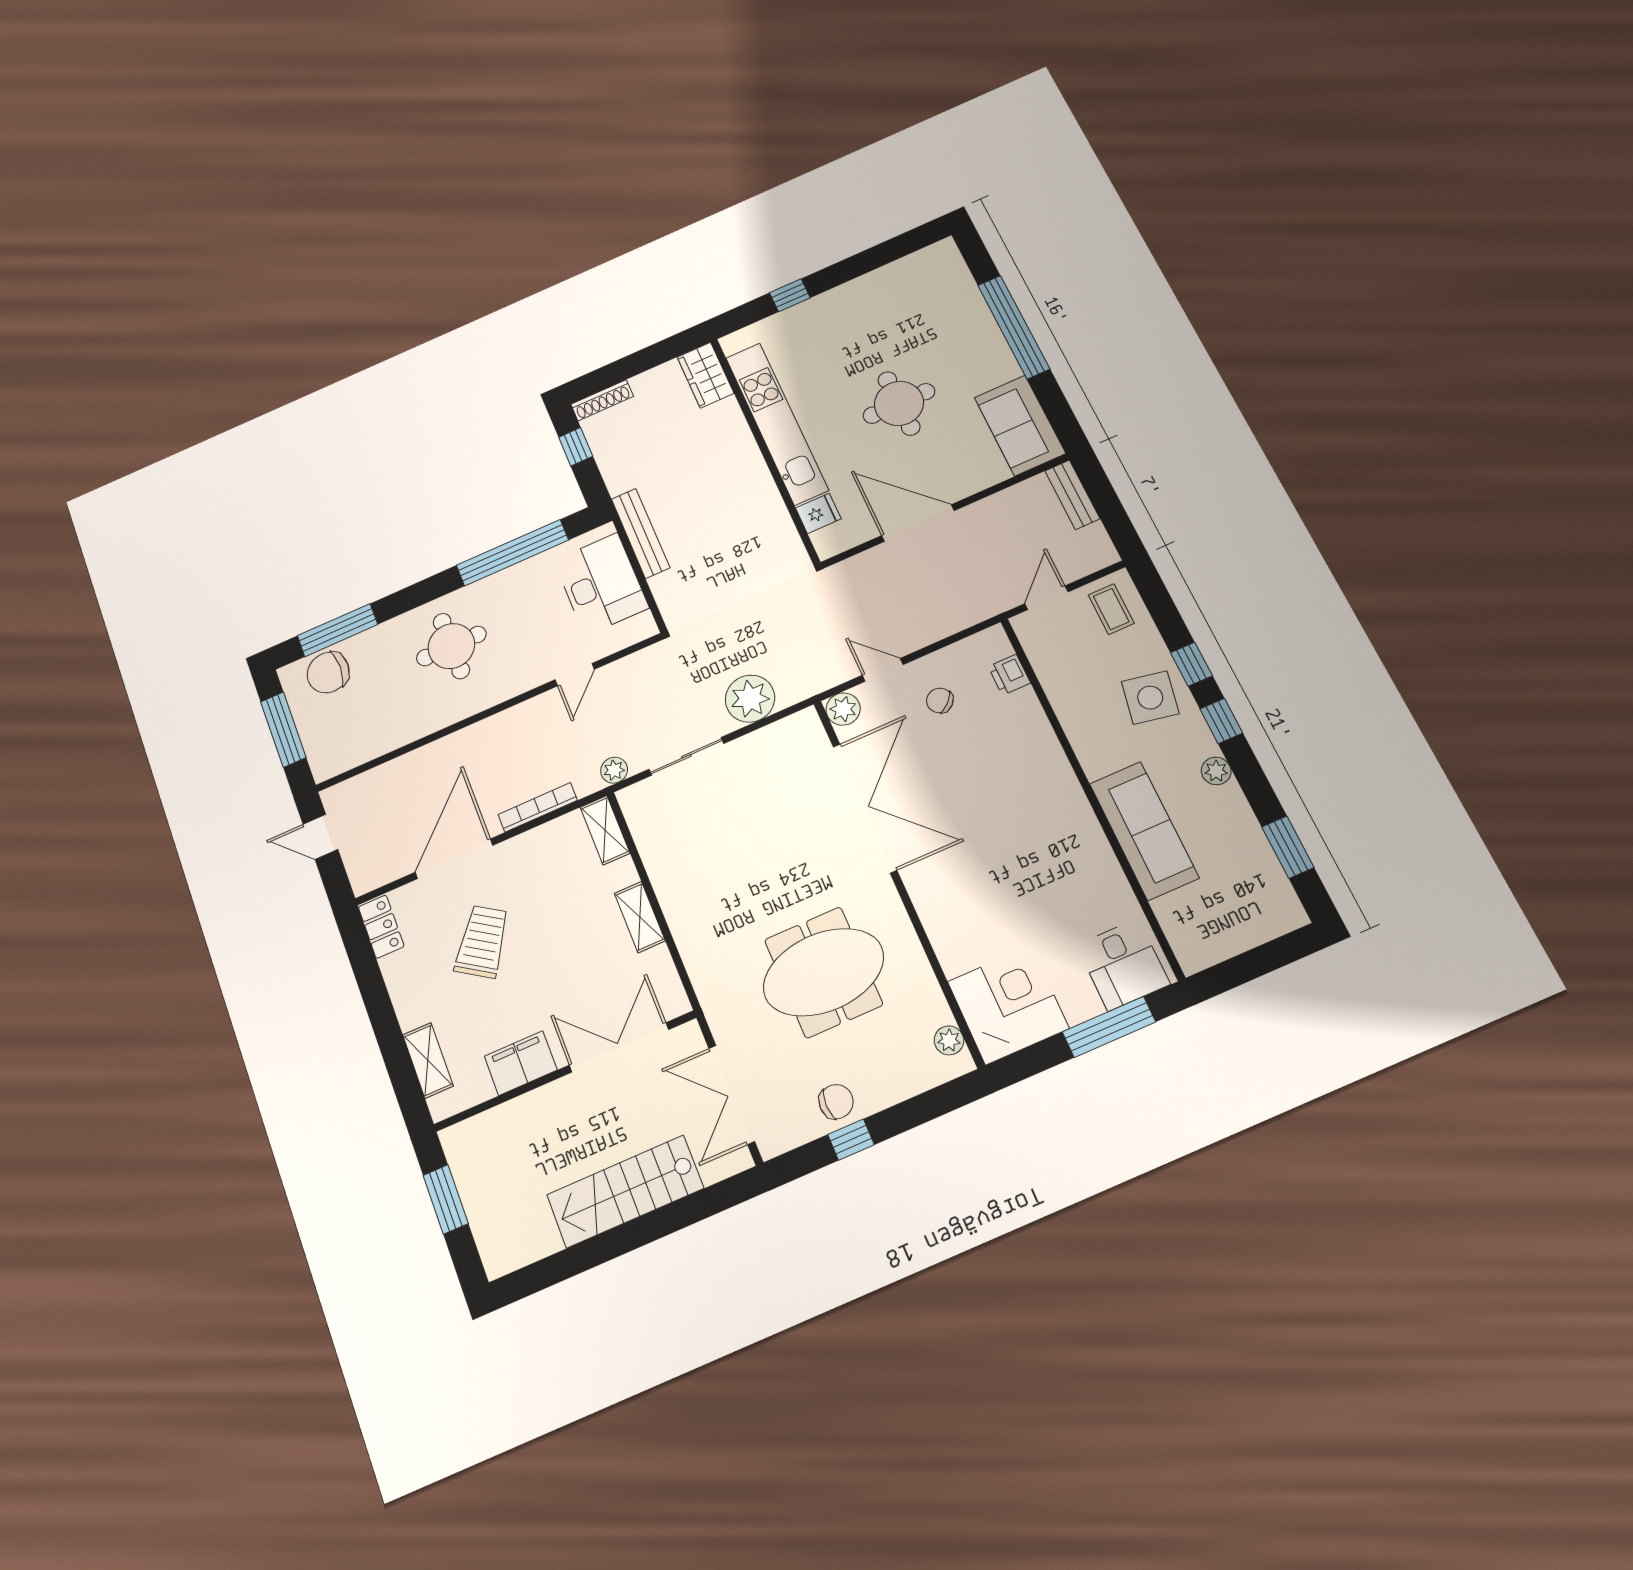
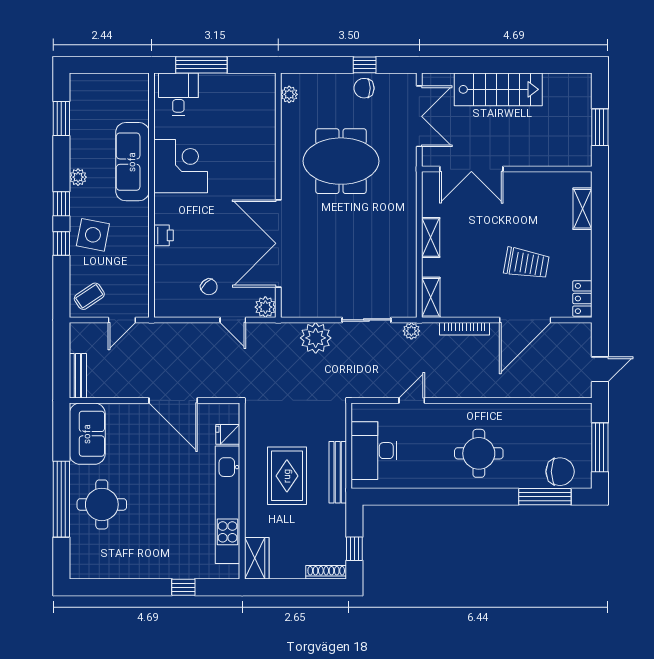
round table: (899, 403) -> (102, 504), moved
rug: (710, 497) -> (287, 476), added
window: (512, 553) -> (420, 497), removed
coffee table: (1111, 609) -> (89, 296), turned 56
printer: (1009, 675) -> (164, 235), moved
door: (320, 837) -> (600, 369), hinge flipped
trolley: (482, 942) -> (526, 263), turned -114
corner desk: (1008, 1005) -> (181, 166), moved, turned 180
filing cabinet: (521, 1063) -> (530, 184), removed

